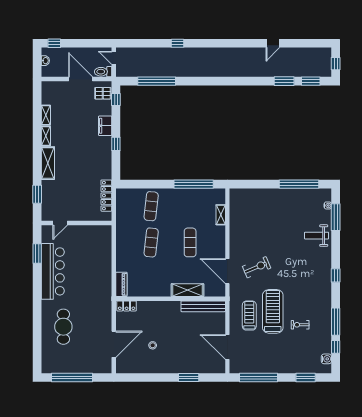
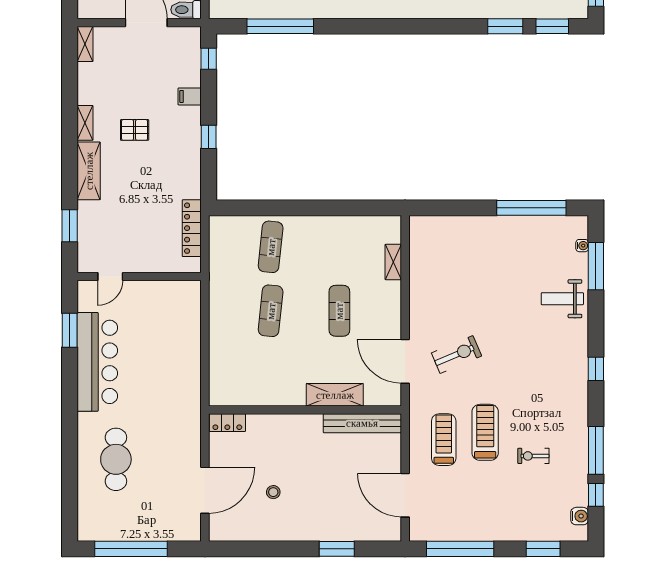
pallet: (103, 93) -> (135, 130), moved
shelving: (46, 115) -> (85, 44), moved
filing cabinet: (105, 126) -> (190, 96), width x0.50
window: (194, 184) -> (346, 208), removed
piano: (121, 284) -> (218, 385), removed
treadmill: (273, 311) -> (485, 432), width x0.73, depth x0.73

